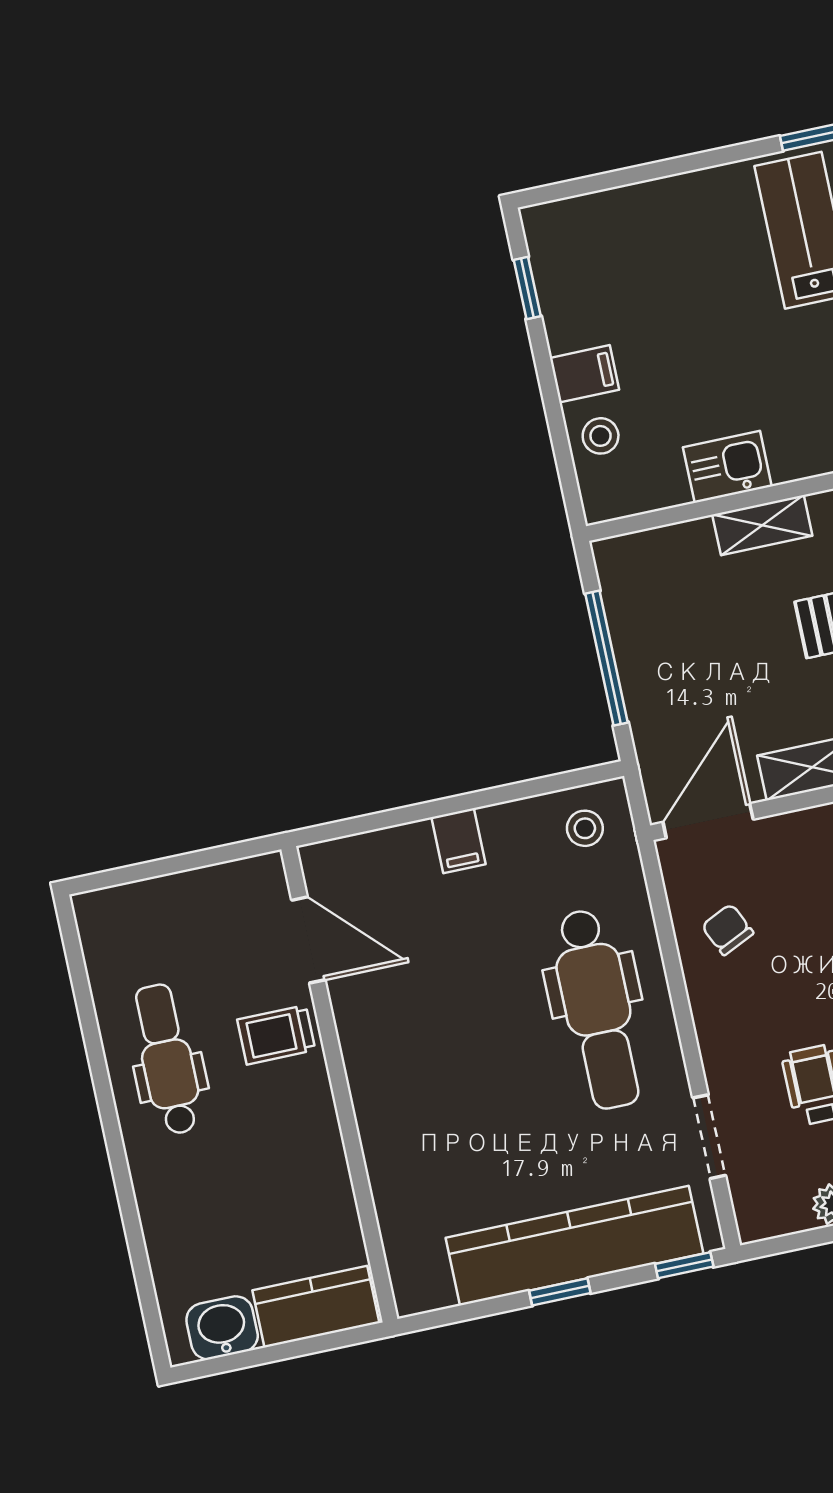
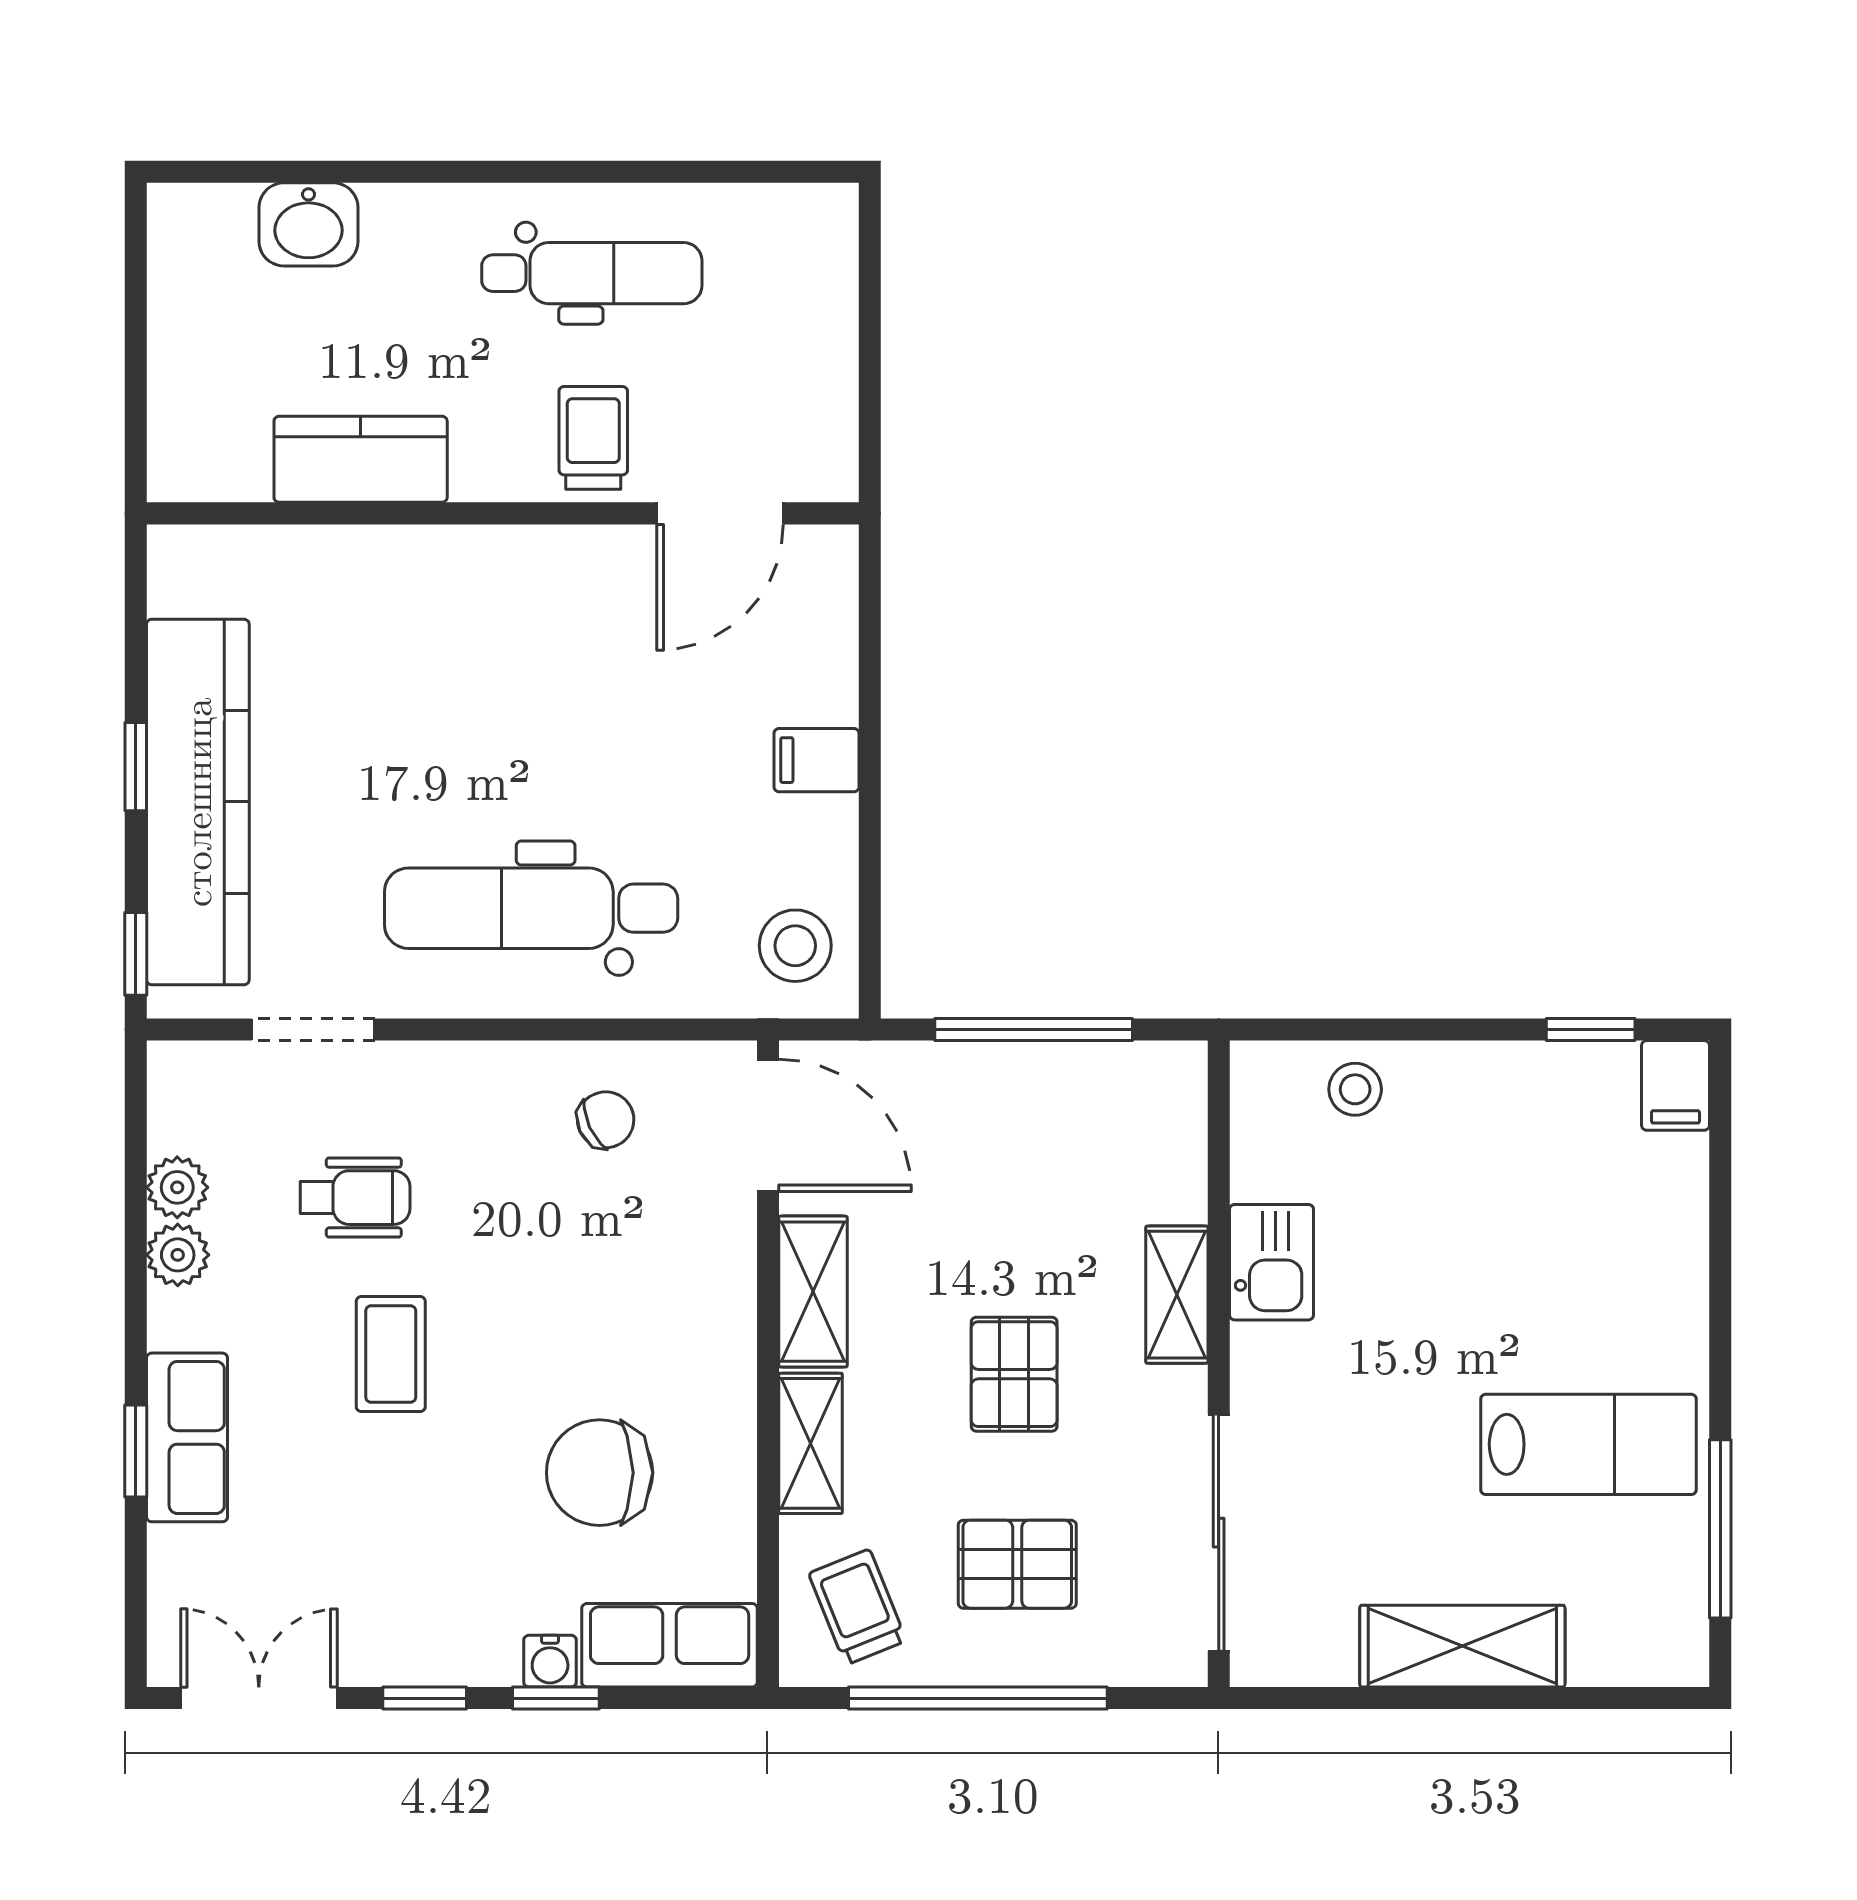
filing cabinet: (584, 374) -> (1675, 1085), moved
stool: (585, 828) -> (795, 946), width x1.37, depth x1.37
kitchen counter: (316, 1307) -> (361, 459), moved, turned -90
washbasin: (222, 1328) -> (308, 224), moved, turned 90

